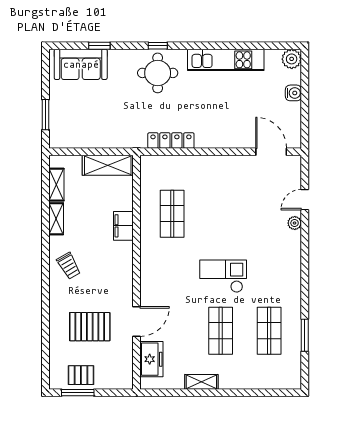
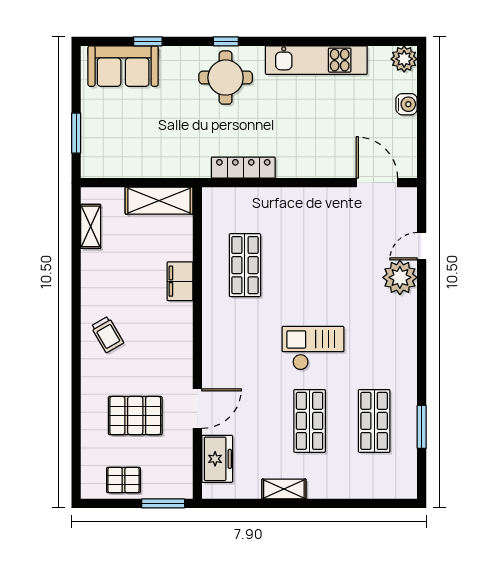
shelving: (56, 219) -> (90, 272), removed
plant: (295, 223) -> (400, 277), width x1.88, depth x1.88
window: (78, 393) -> (163, 503), moved

